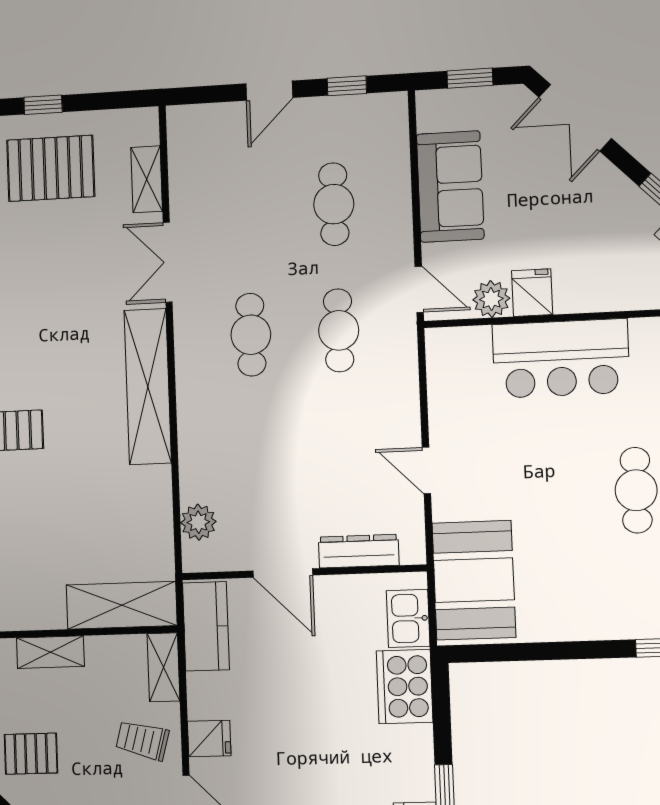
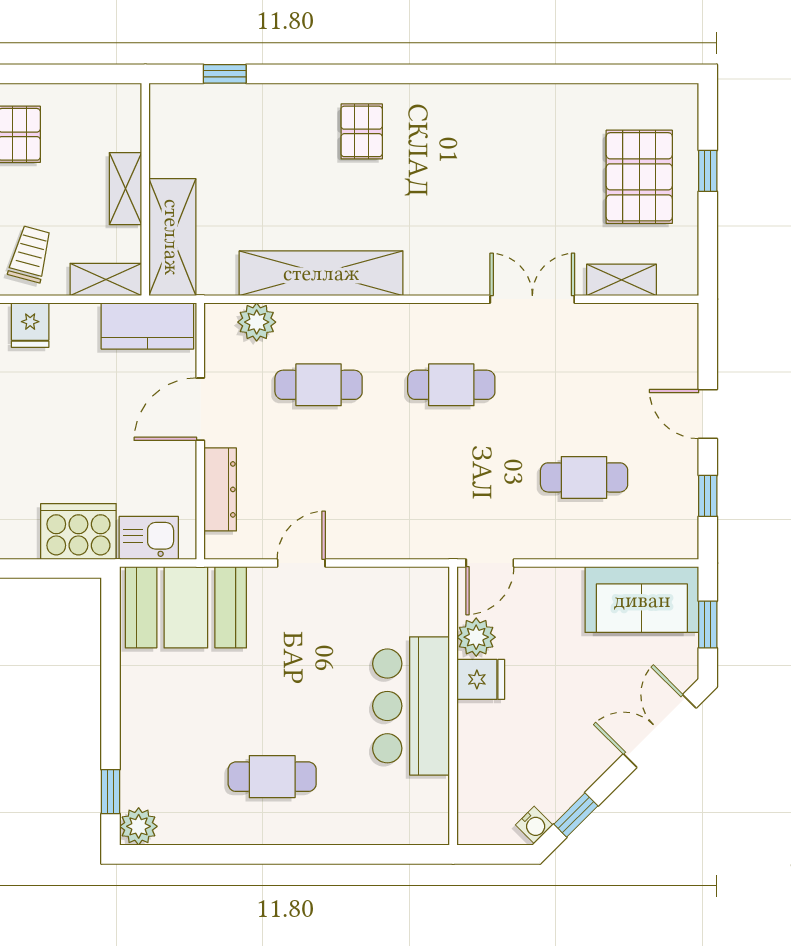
sofa: (450, 187) -> (642, 600), moved
cafe table: (339, 330) -> (319, 385), moved
shelving: (148, 387) -> (321, 273), moved
shelving: (50, 652) -> (125, 189), moved

